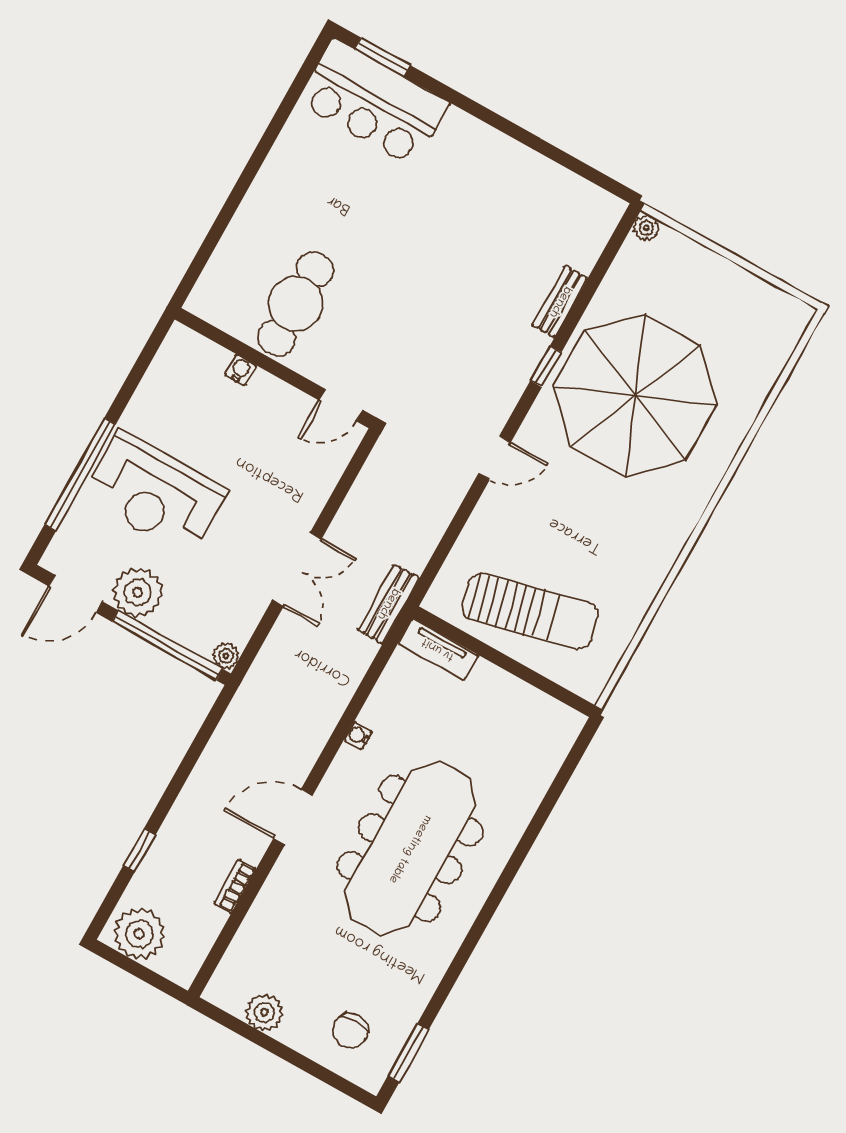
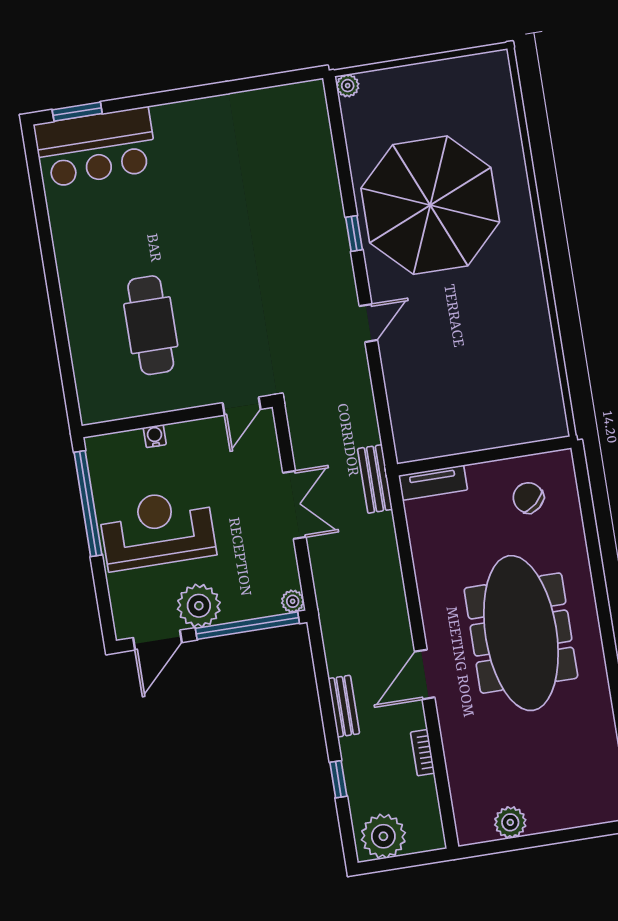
bench: (560, 302) -> (344, 706), moved
wall: (275, 368) -> (177, 416), moved
water cooler: (240, 370) -> (155, 436), moved
door: (341, 405) -> (242, 406), moved
window: (80, 475) -> (88, 504), moved
reception desk: (155, 494) -> (157, 529), turned 180
sun lounger: (530, 611) -> (475, 408), removed
water cooler: (358, 736) -> (425, 584), removed
chair: (351, 1031) -> (528, 498), moved, turned 139

